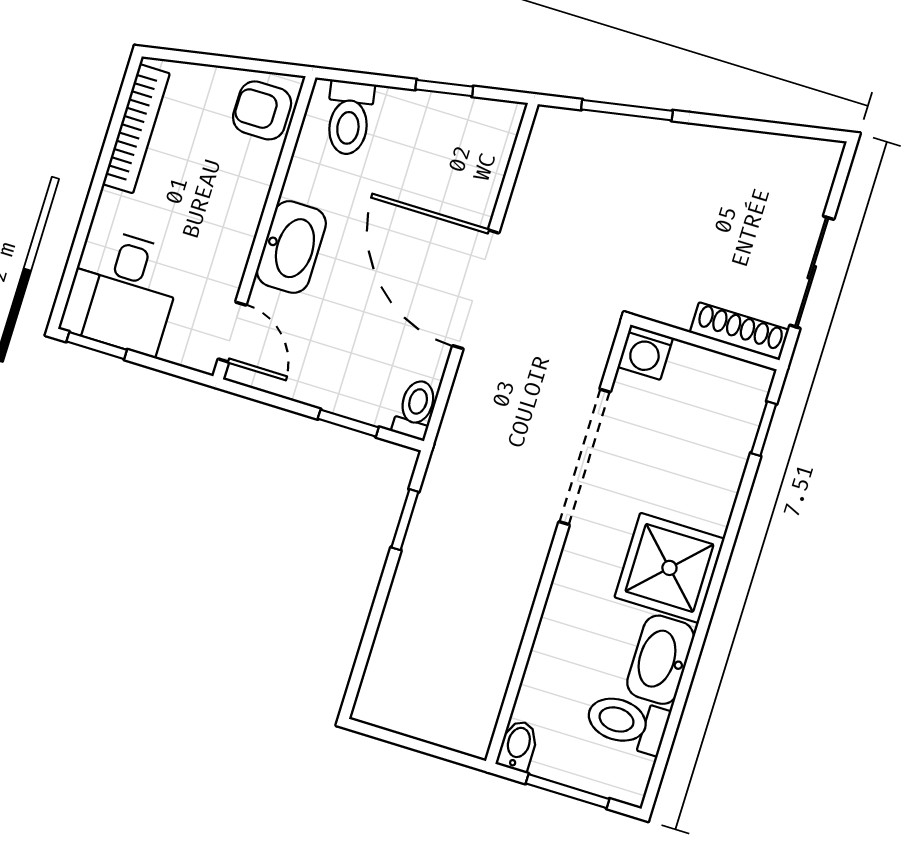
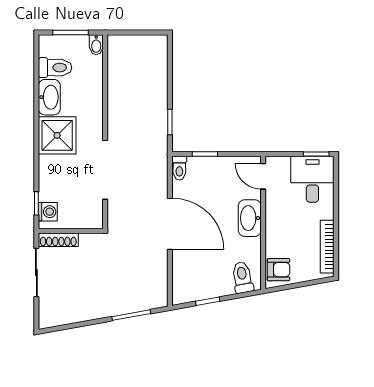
washing machine: (646, 352) -> (48, 212), moved, turned 90

